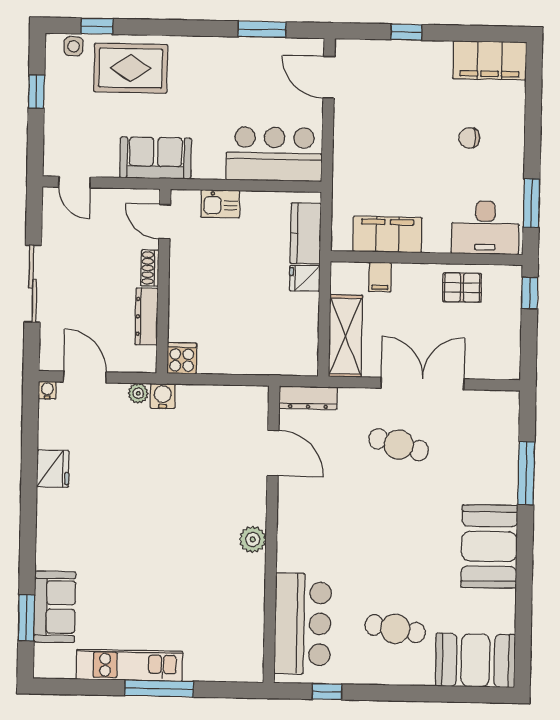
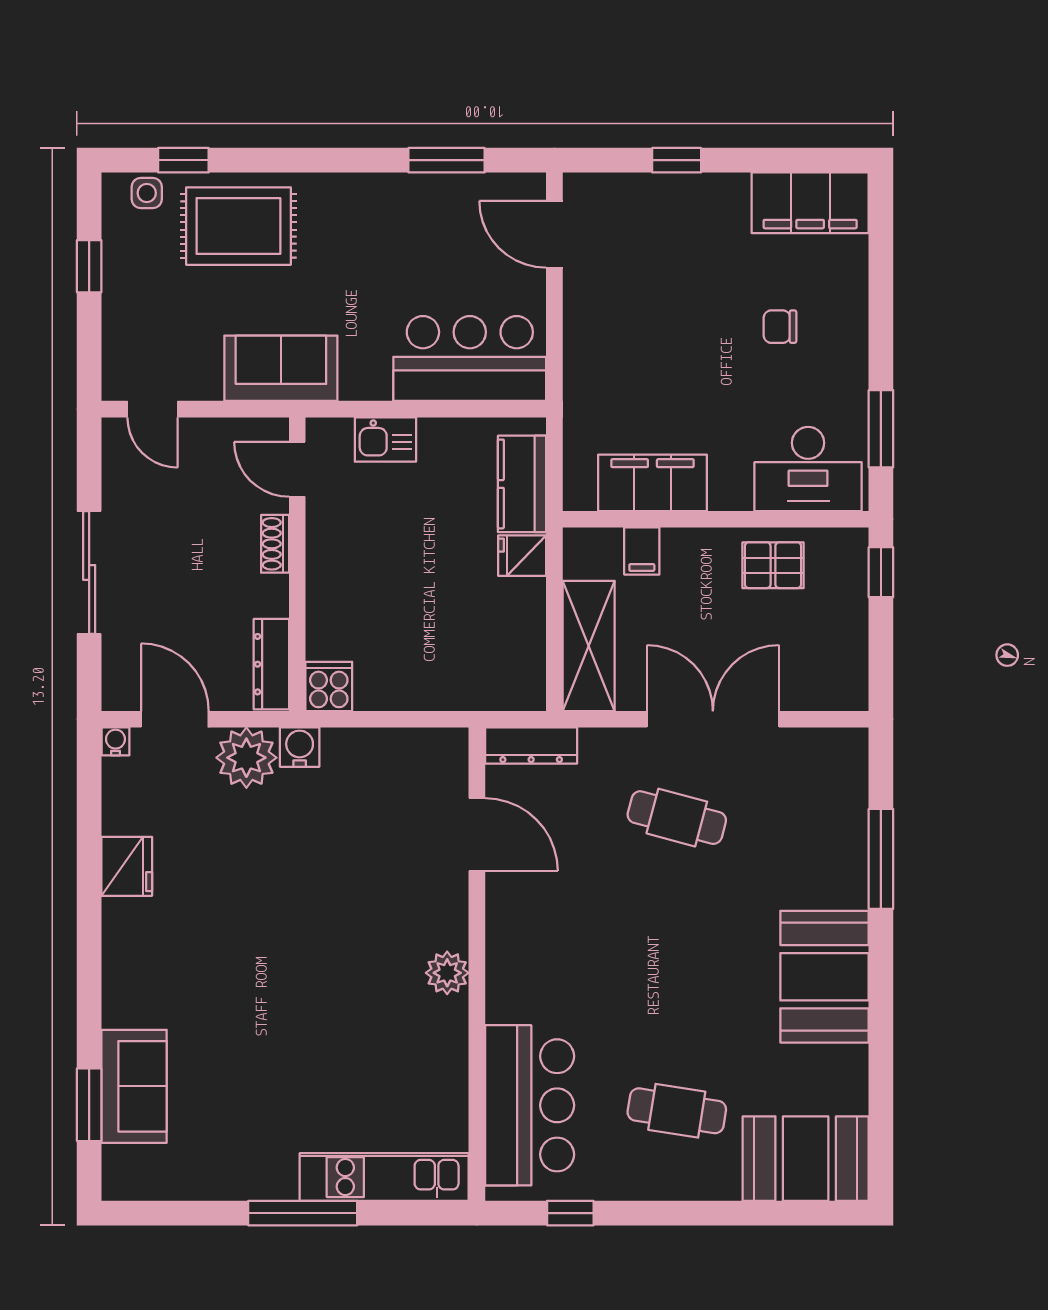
dresser: (147, 317) -> (271, 664), moved
plant: (138, 393) -> (246, 758), width x1.88, depth x1.88
kitchen unit: (129, 665) -> (384, 1177), moved

